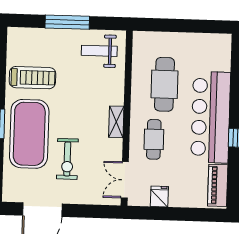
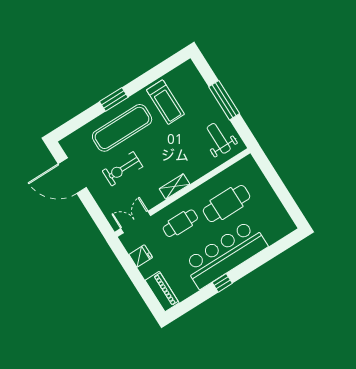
exercise mat: (29, 134) -> (122, 128), width x0.68
piano: (218, 185) -> (162, 291), moved, turned 90

